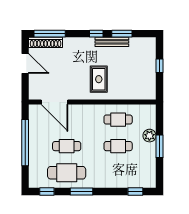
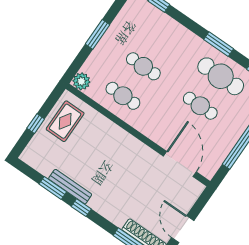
rug: (99, 79) -> (65, 121), moved
plant: (149, 136) -> (81, 81), moved

